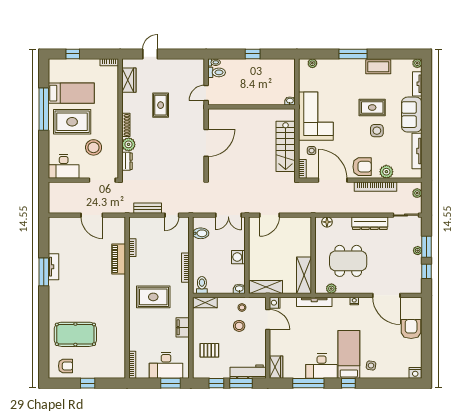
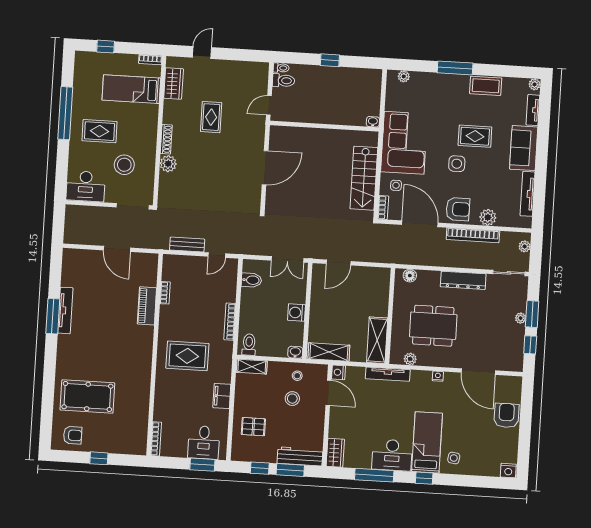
bed: (71, 93) -> (131, 89), moved, turned 180
rug: (72, 122) -> (100, 131), width x0.73, depth x0.70
side table: (377, 131) -> (457, 164), moved
dresser: (127, 161) -> (165, 184), removed
tv unit: (53, 267) -> (65, 310), width x1.41
desk: (166, 365) -> (204, 442), width x0.73

